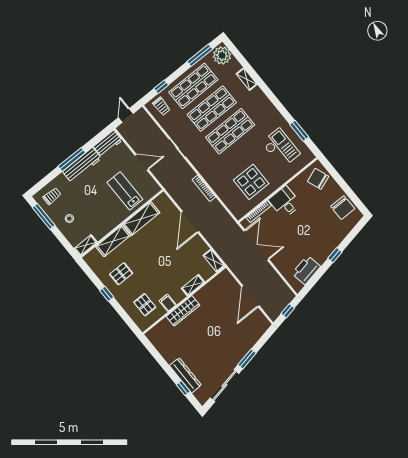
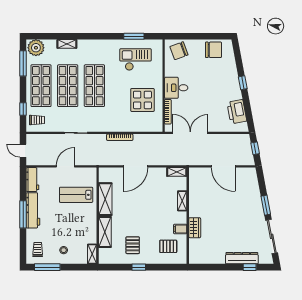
door: (190, 222) -> (136, 166), hinge flipped
wardrobe: (183, 311) -> (195, 228), width x0.67

